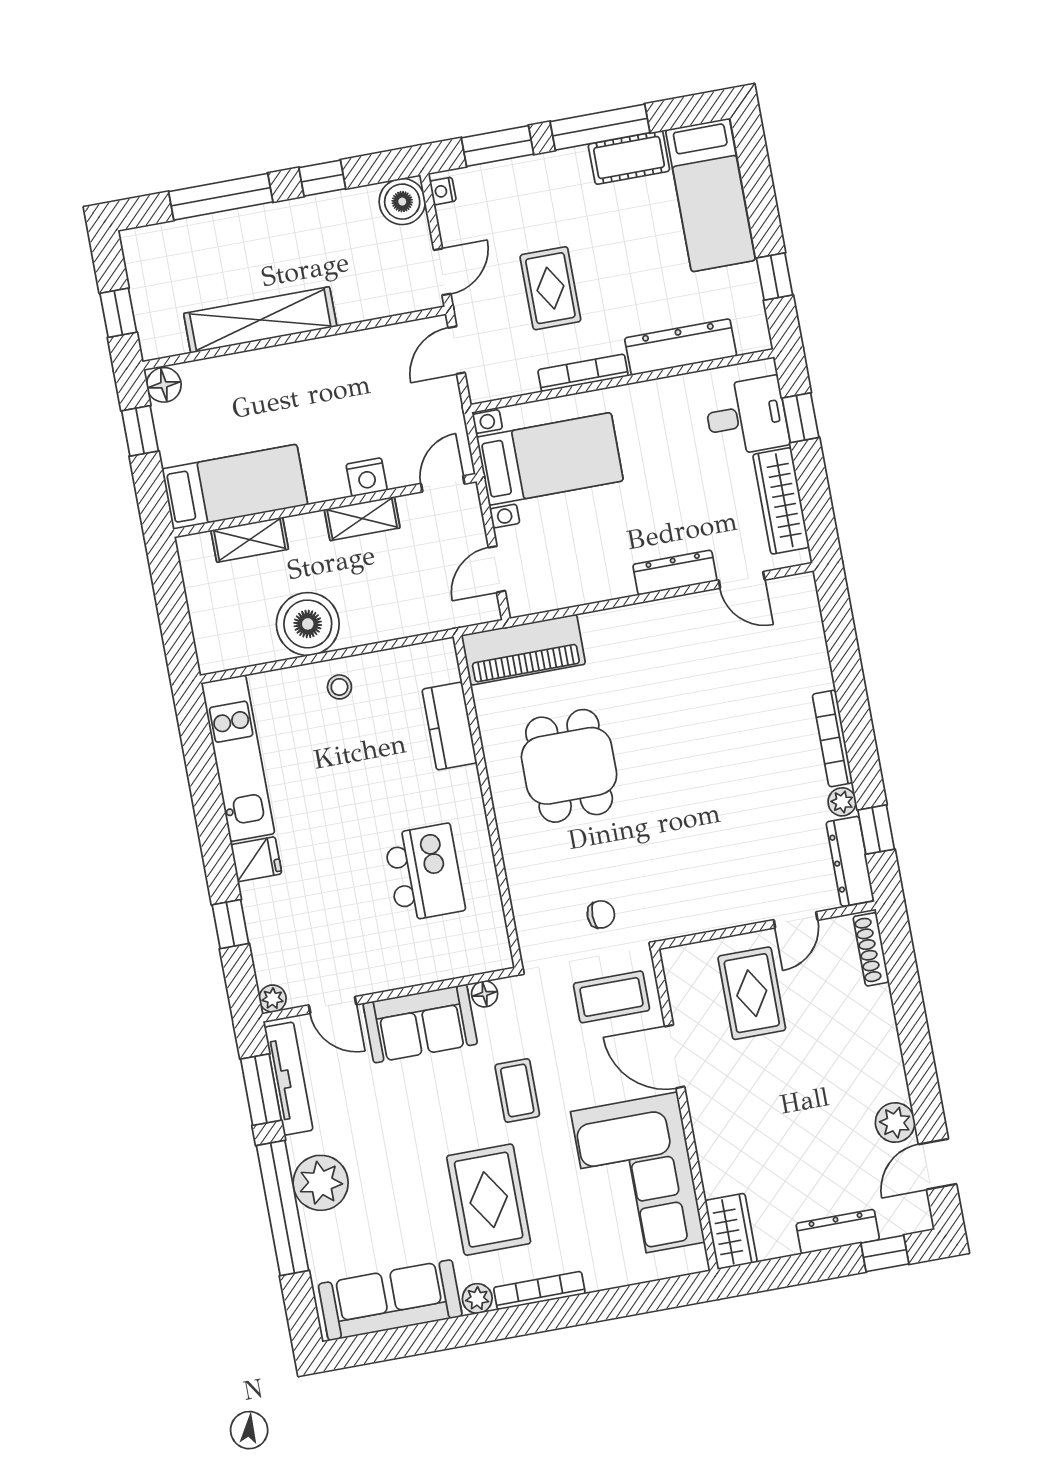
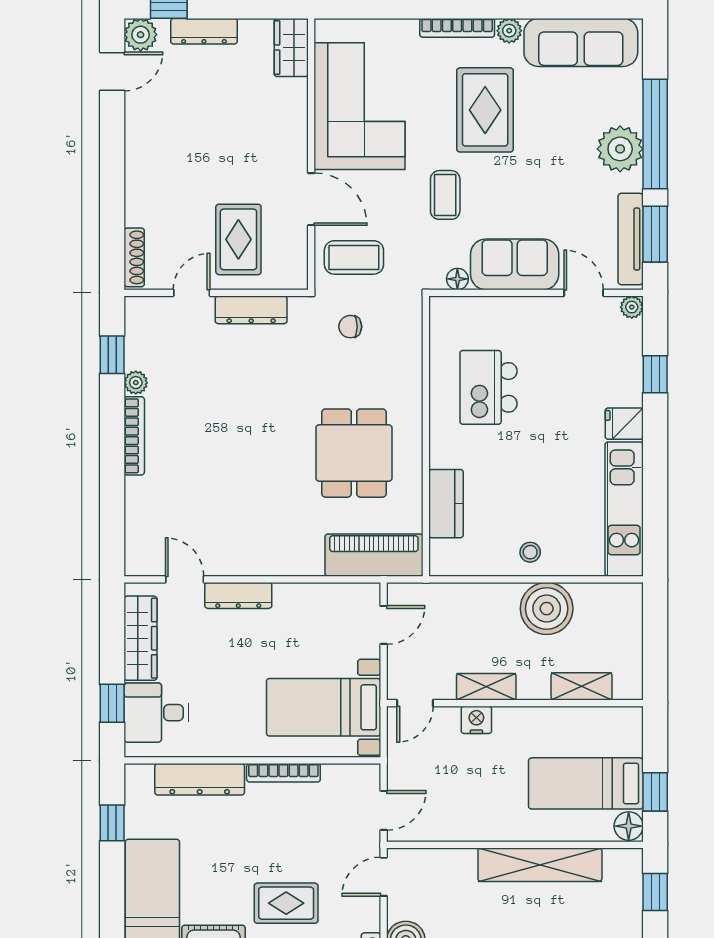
rug: (550, 288) -> (286, 903), moved, turned 90
bed: (235, 487) -> (586, 783), moved
dresser: (850, 861) -> (251, 310), moved, turned 90
plant: (895, 1123) -> (141, 35), moved

